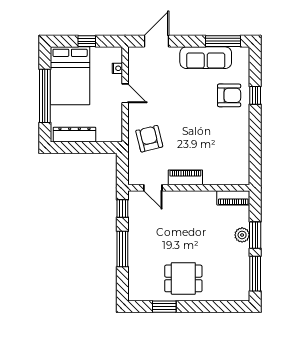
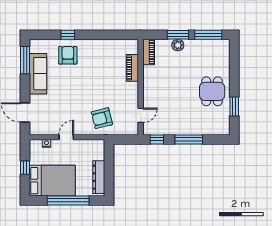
piano: (185, 177) -> (132, 68), moved

